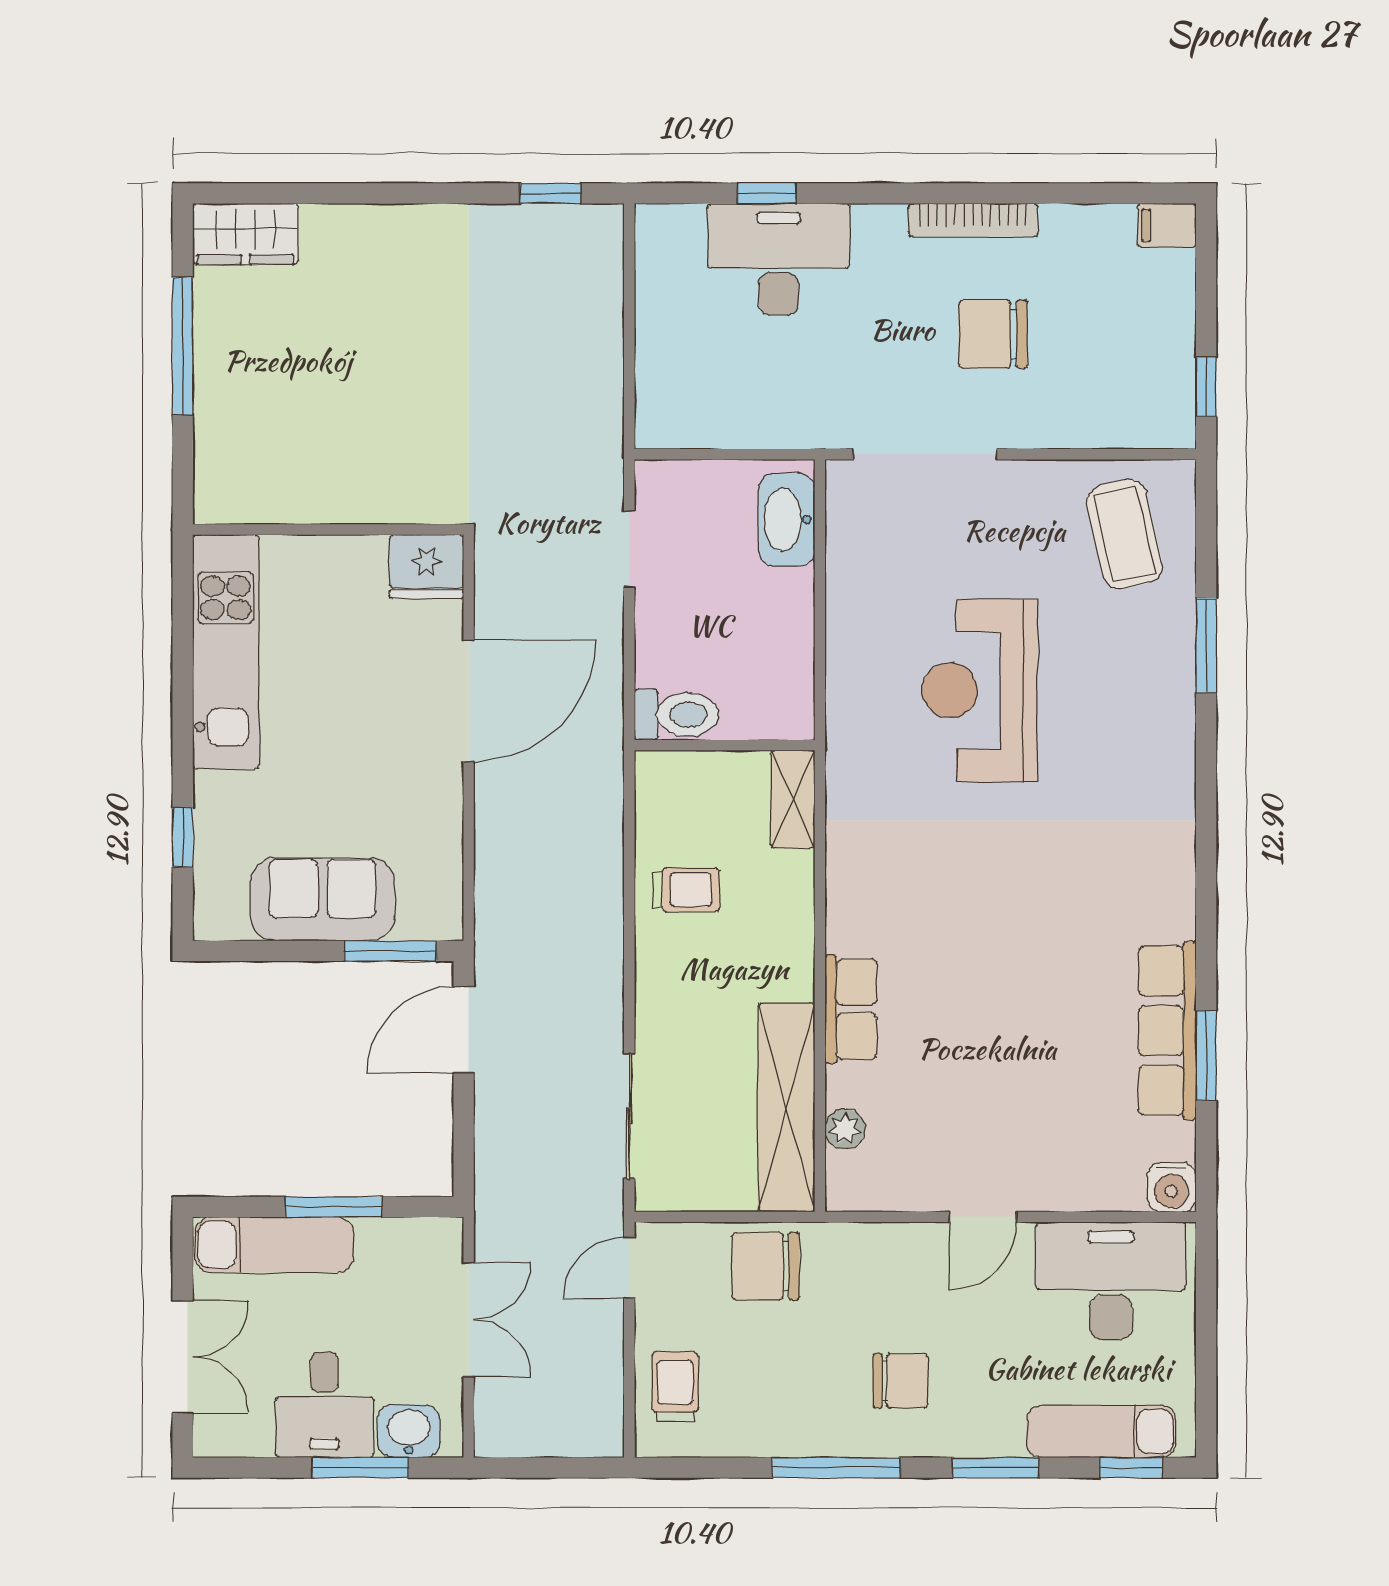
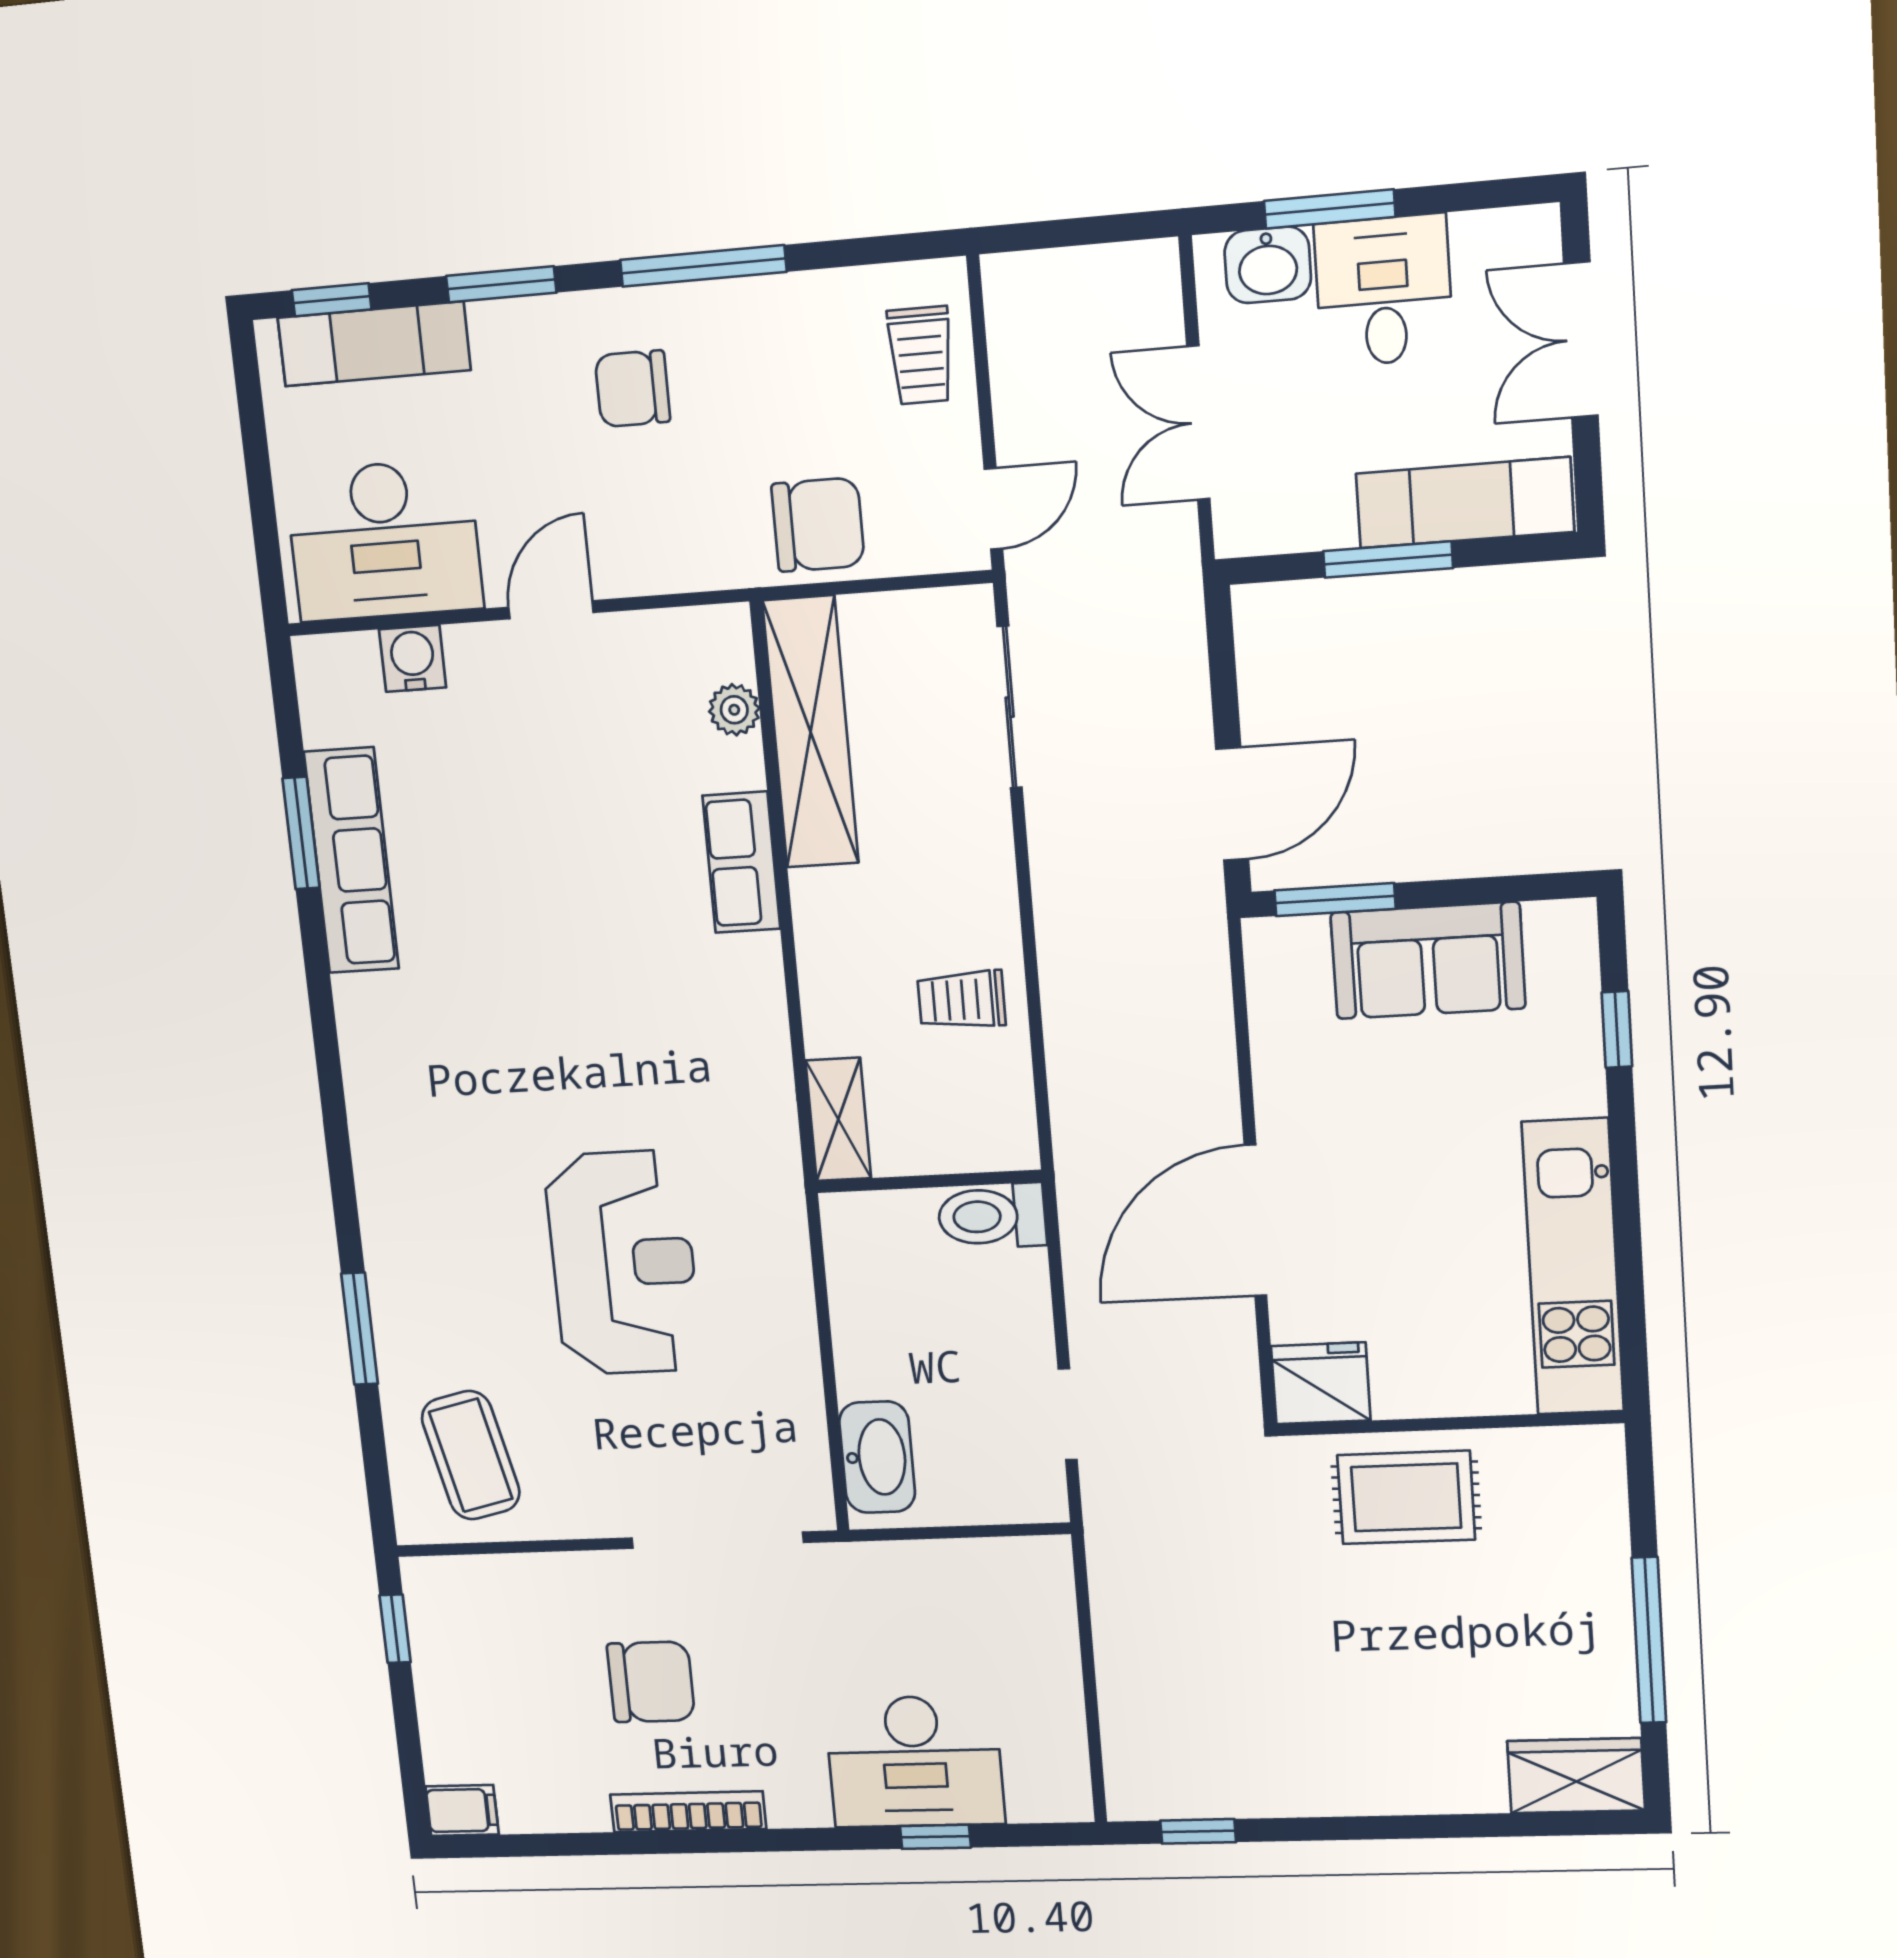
rug: (365, 470) -> (1406, 1497), added
water cooler: (1172, 1187) -> (413, 658), moved

